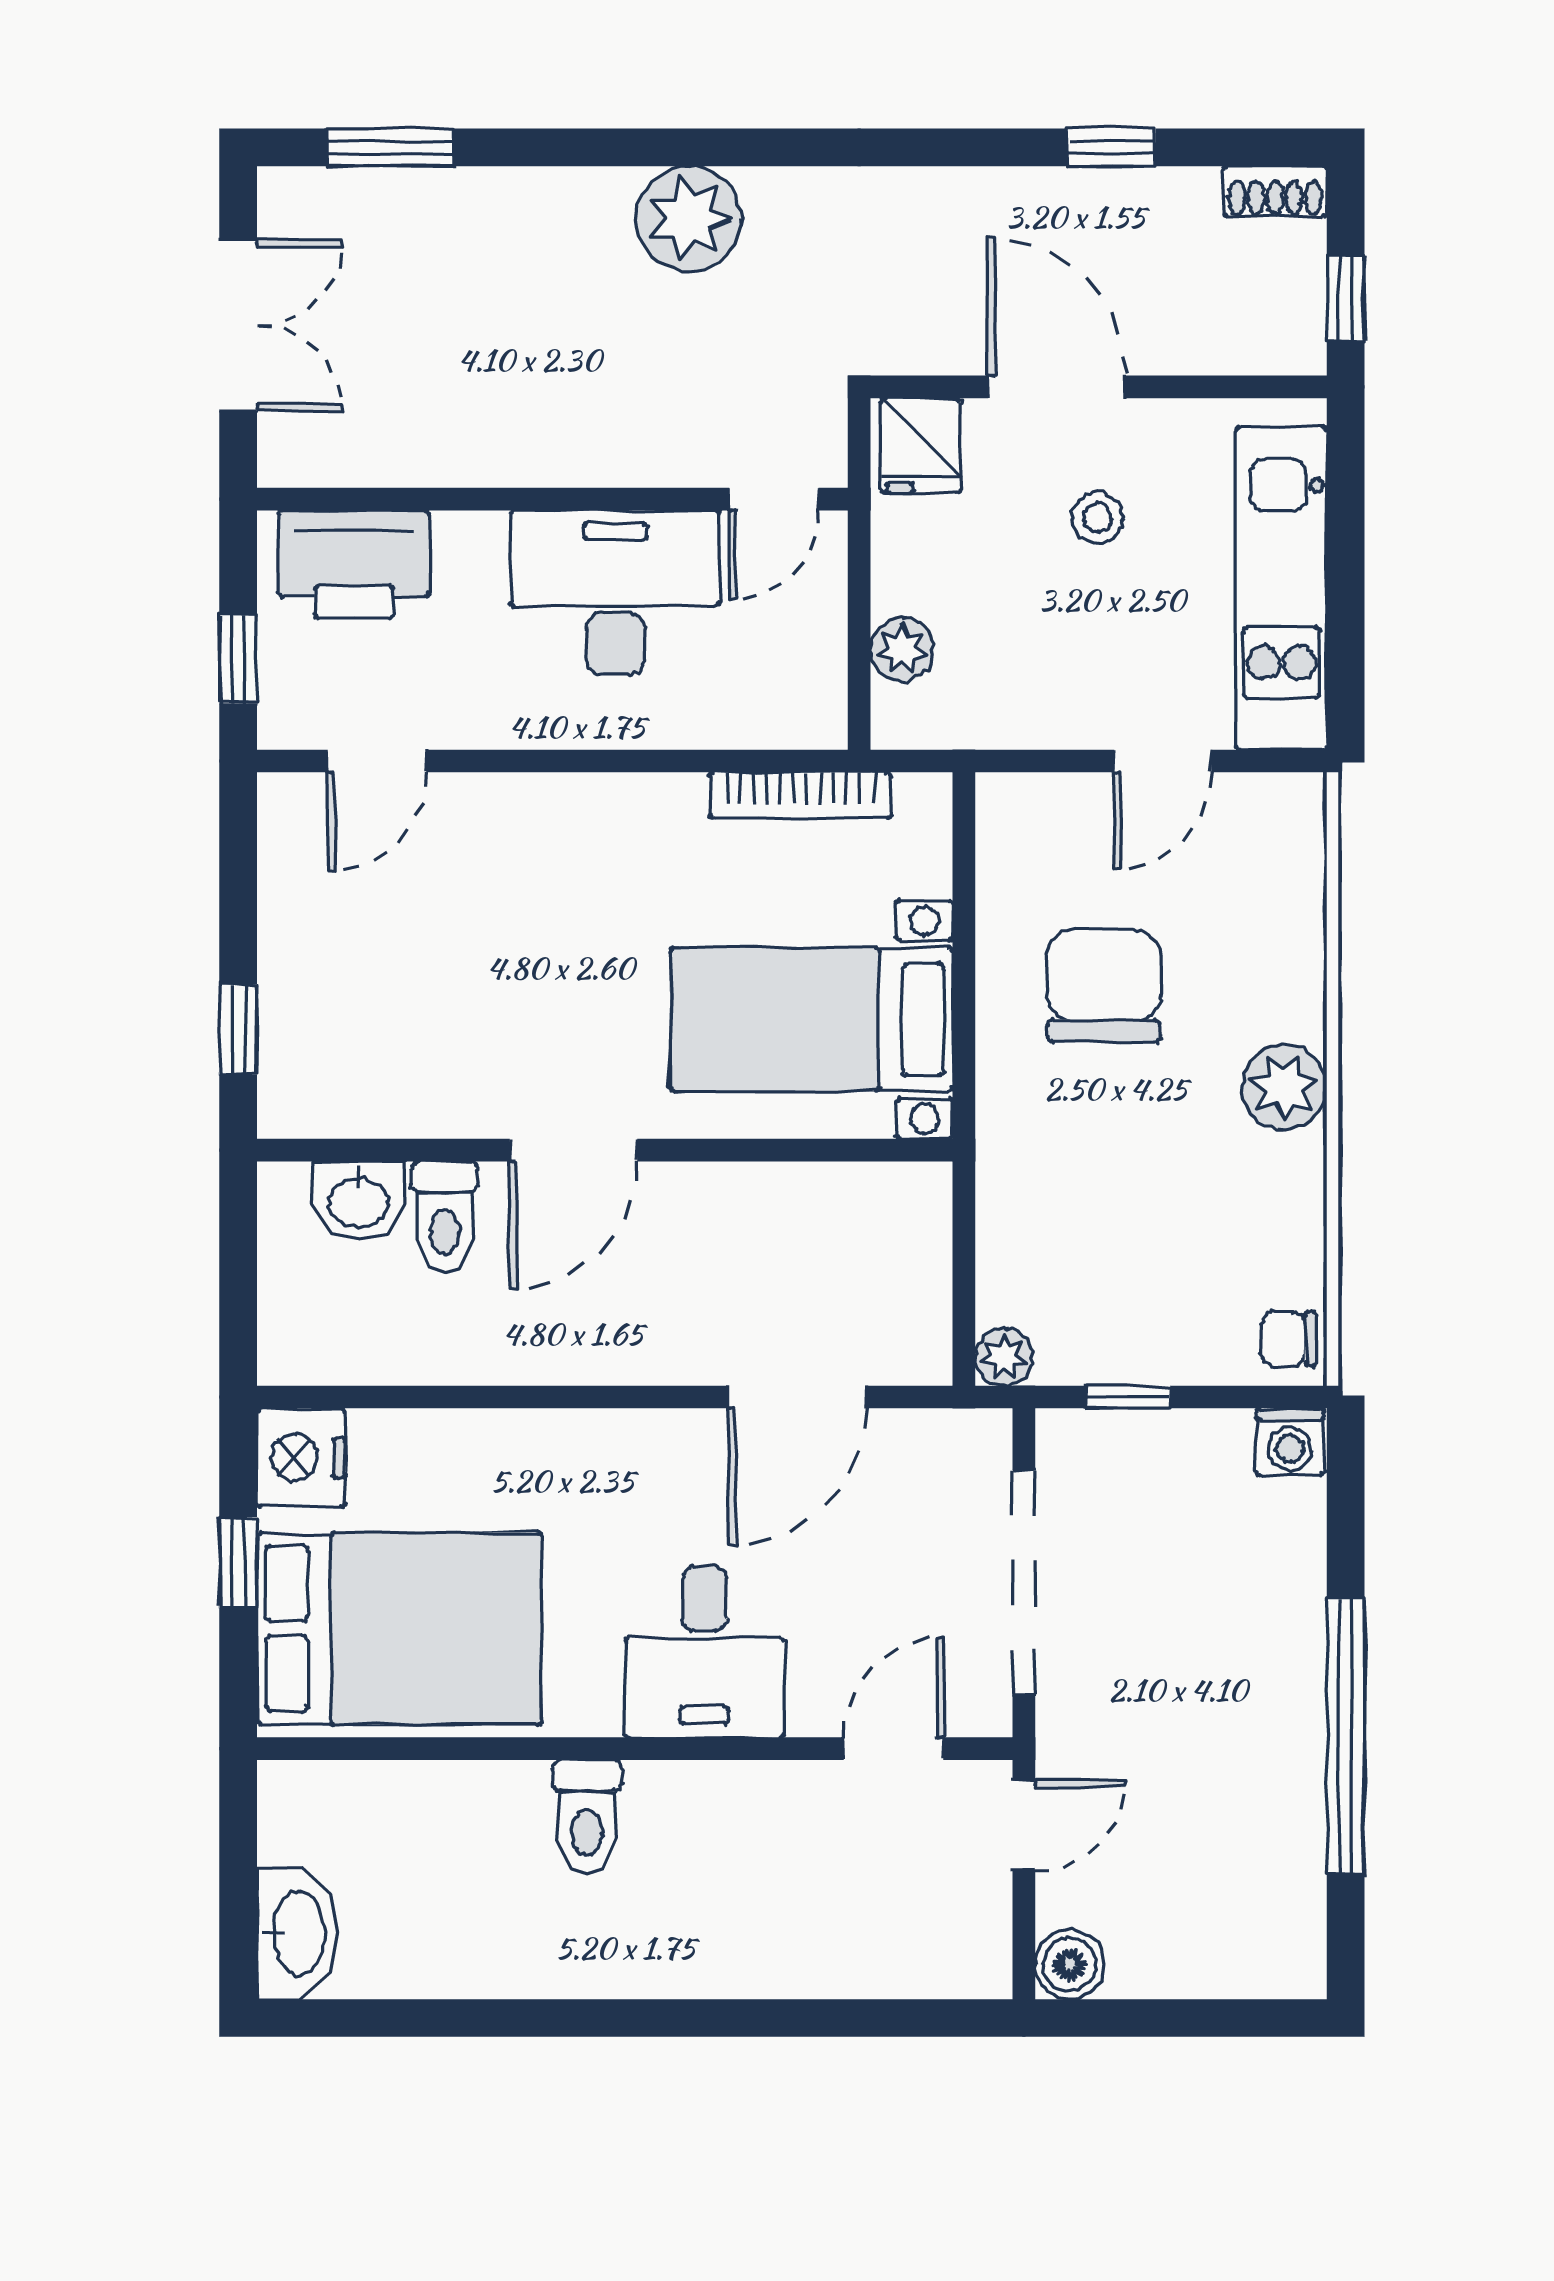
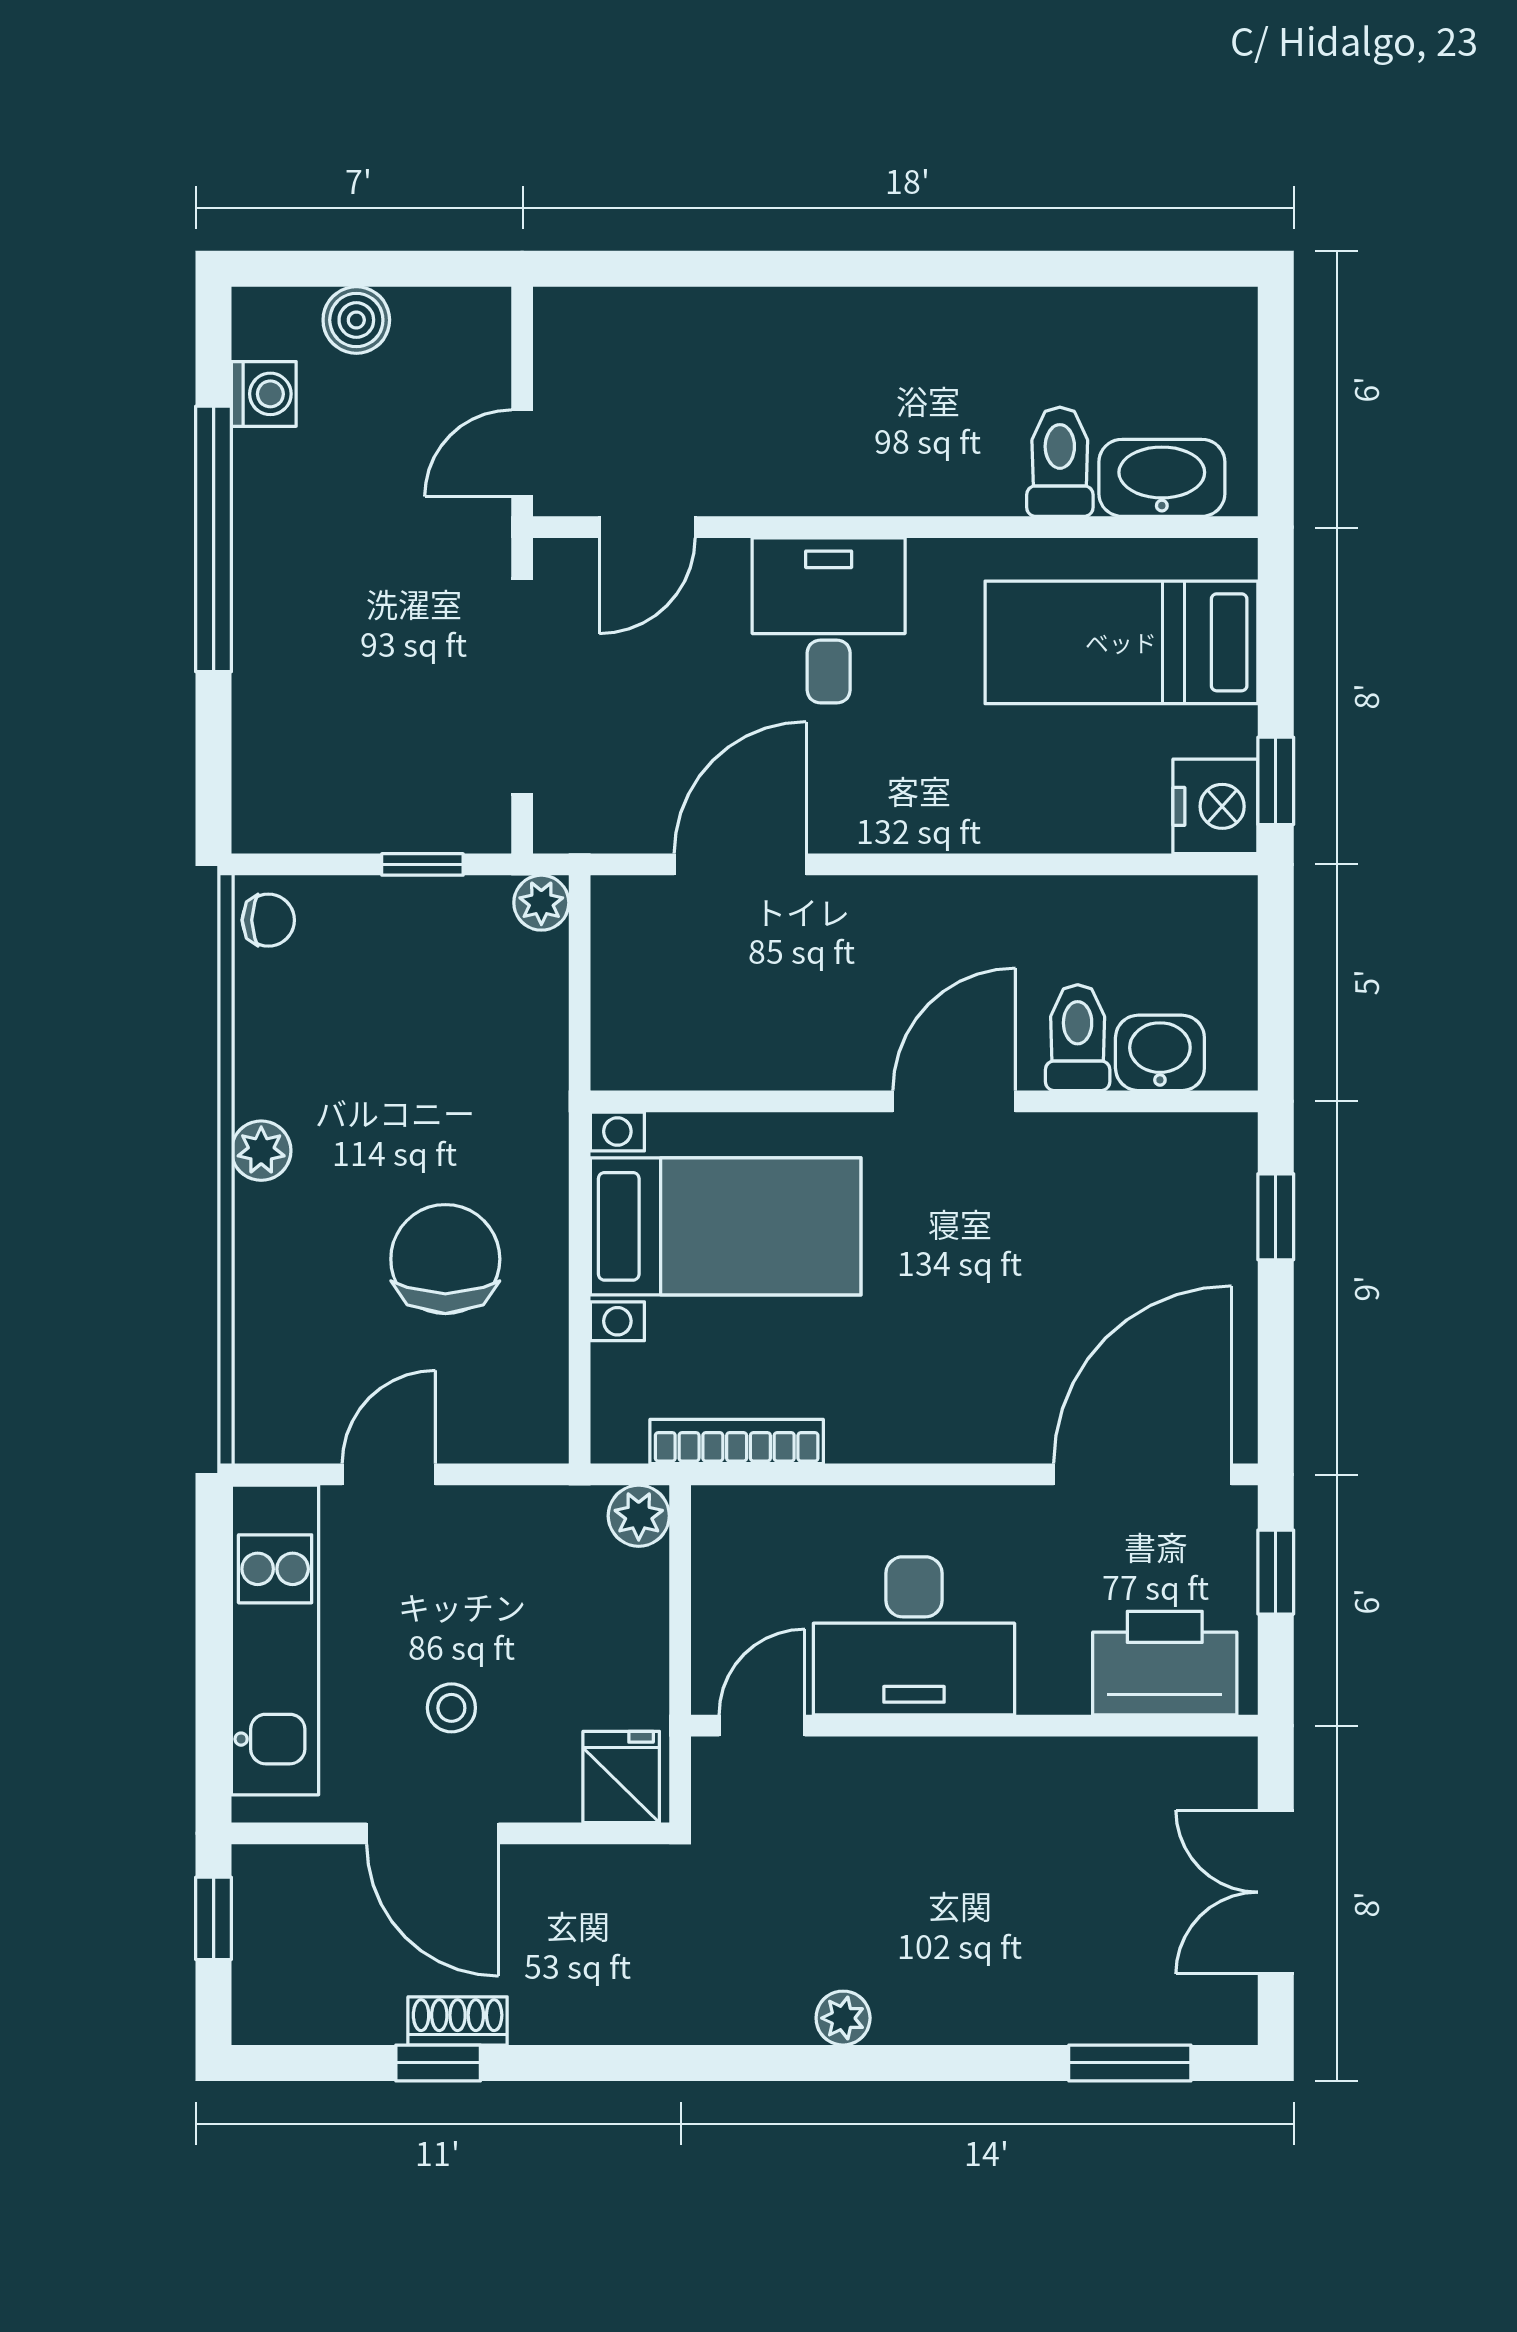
shoe rack: (1275, 191) -> (458, 2021), moved
plant: (689, 219) -> (843, 2018), width x0.53, depth x0.53
door: (1057, 387) -> (433, 1833), moved
plant: (902, 650) -> (639, 1516), moved
door: (377, 761) -> (1143, 1474), width x1.88
chair: (1104, 986) -> (445, 1259), turned 180
plant: (1284, 1087) -> (261, 1151), width x0.73, depth x0.73
washing machine: (1290, 1442) -> (264, 394), moved, turned 90
window: (238, 1563) -> (1276, 781), moved
bed: (399, 1629) -> (1121, 642), width x0.67
toilet: (587, 1817) -> (1060, 462), moved
washbasin: (297, 1934) -> (1162, 478), moved, turned 90
boiler: (1070, 1965) -> (356, 320), moved

